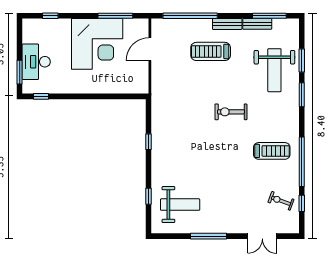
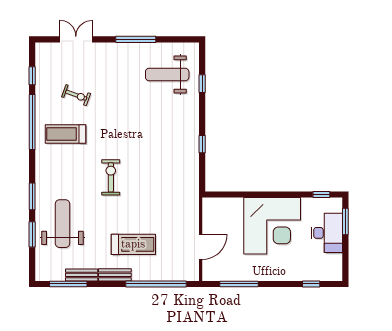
corner desk: (97, 44) -> (272, 226), moved, turned 180
exercise bike: (231, 112) -> (111, 177), turned -90
exercise bike: (281, 201) -> (76, 95), moved

